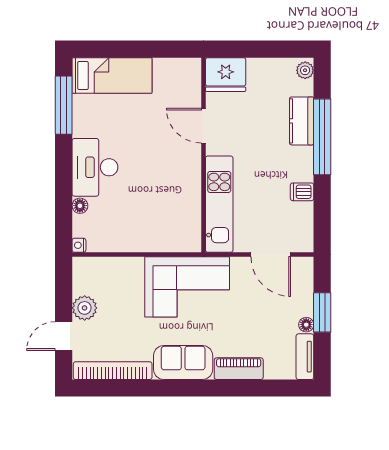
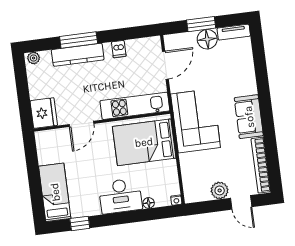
window: (64, 105) -> (80, 223), width x0.46
kitchen counter: (302, 121) -> (78, 55), width x1.50
window: (322, 137) -> (79, 40), width x0.68
bed: (166, 211) -> (144, 142), added
floor lamp: (306, 325) -> (207, 39), width x1.89, depth x1.89
piano: (239, 369) -> (248, 77), removed

